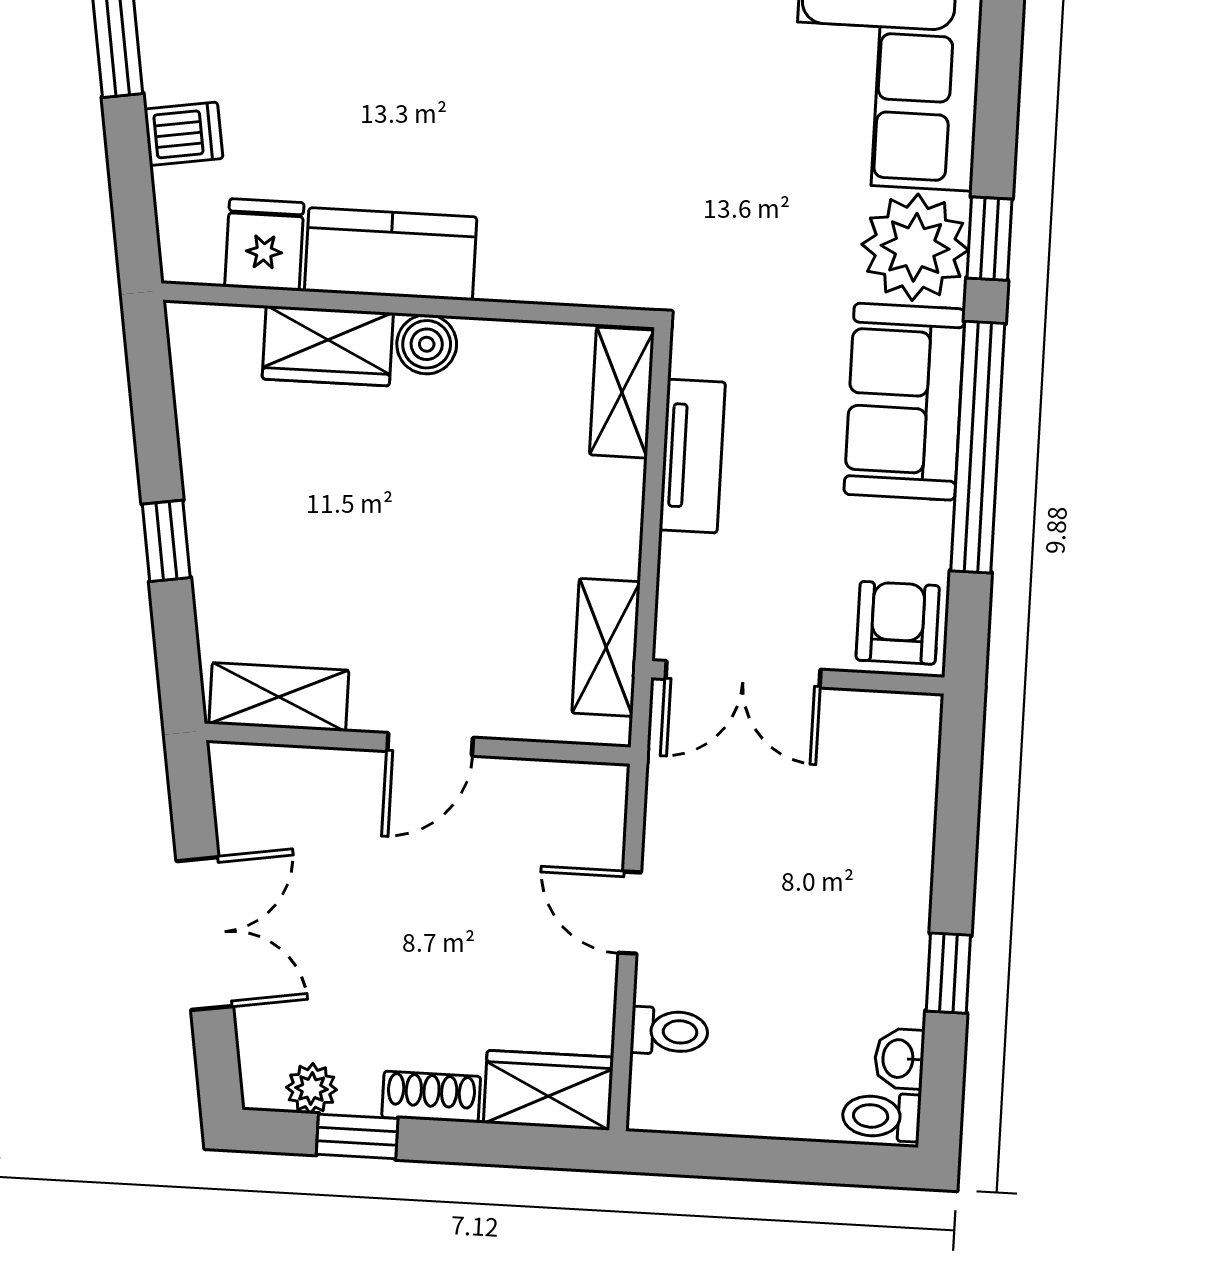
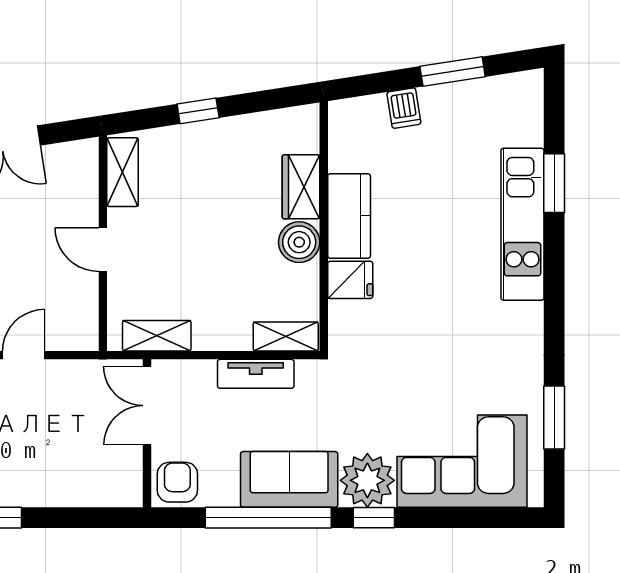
fridge: (264, 245) -> (350, 280), moved
boiler: (427, 344) -> (299, 242), width x1.36, depth x1.36
armchair: (898, 623) -> (177, 482), turned -90

